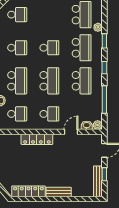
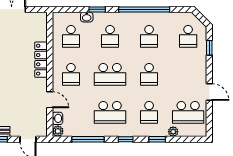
school desk: (82, 48) -> (149, 112), width x0.54
school desk: (17, 81) -> (110, 36), width x0.54

